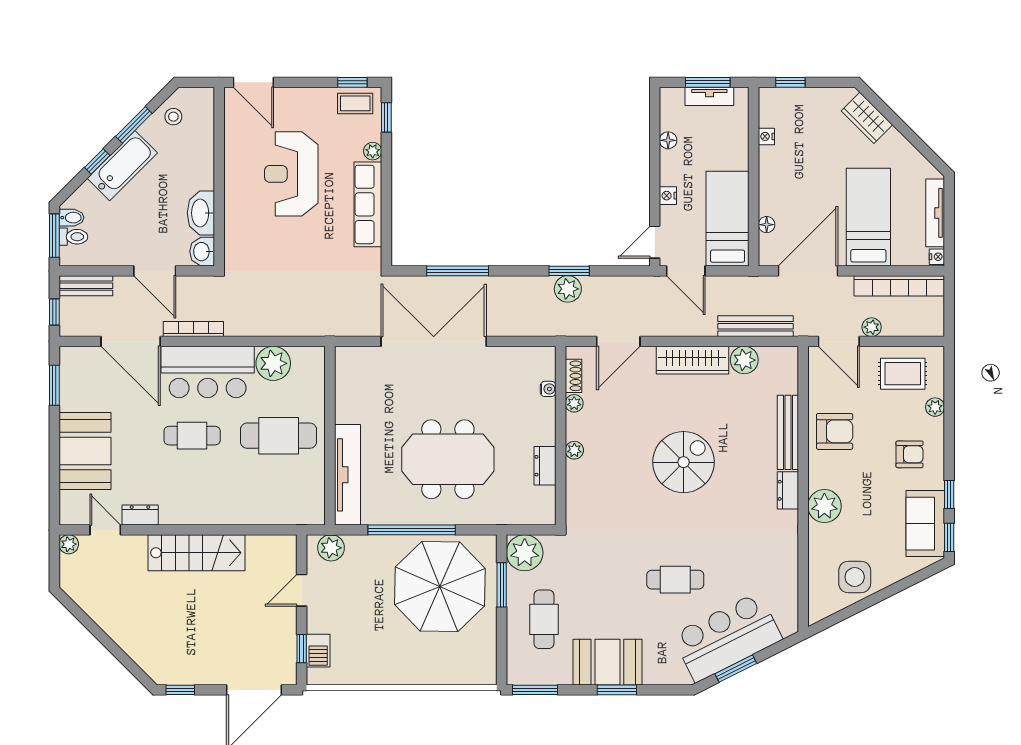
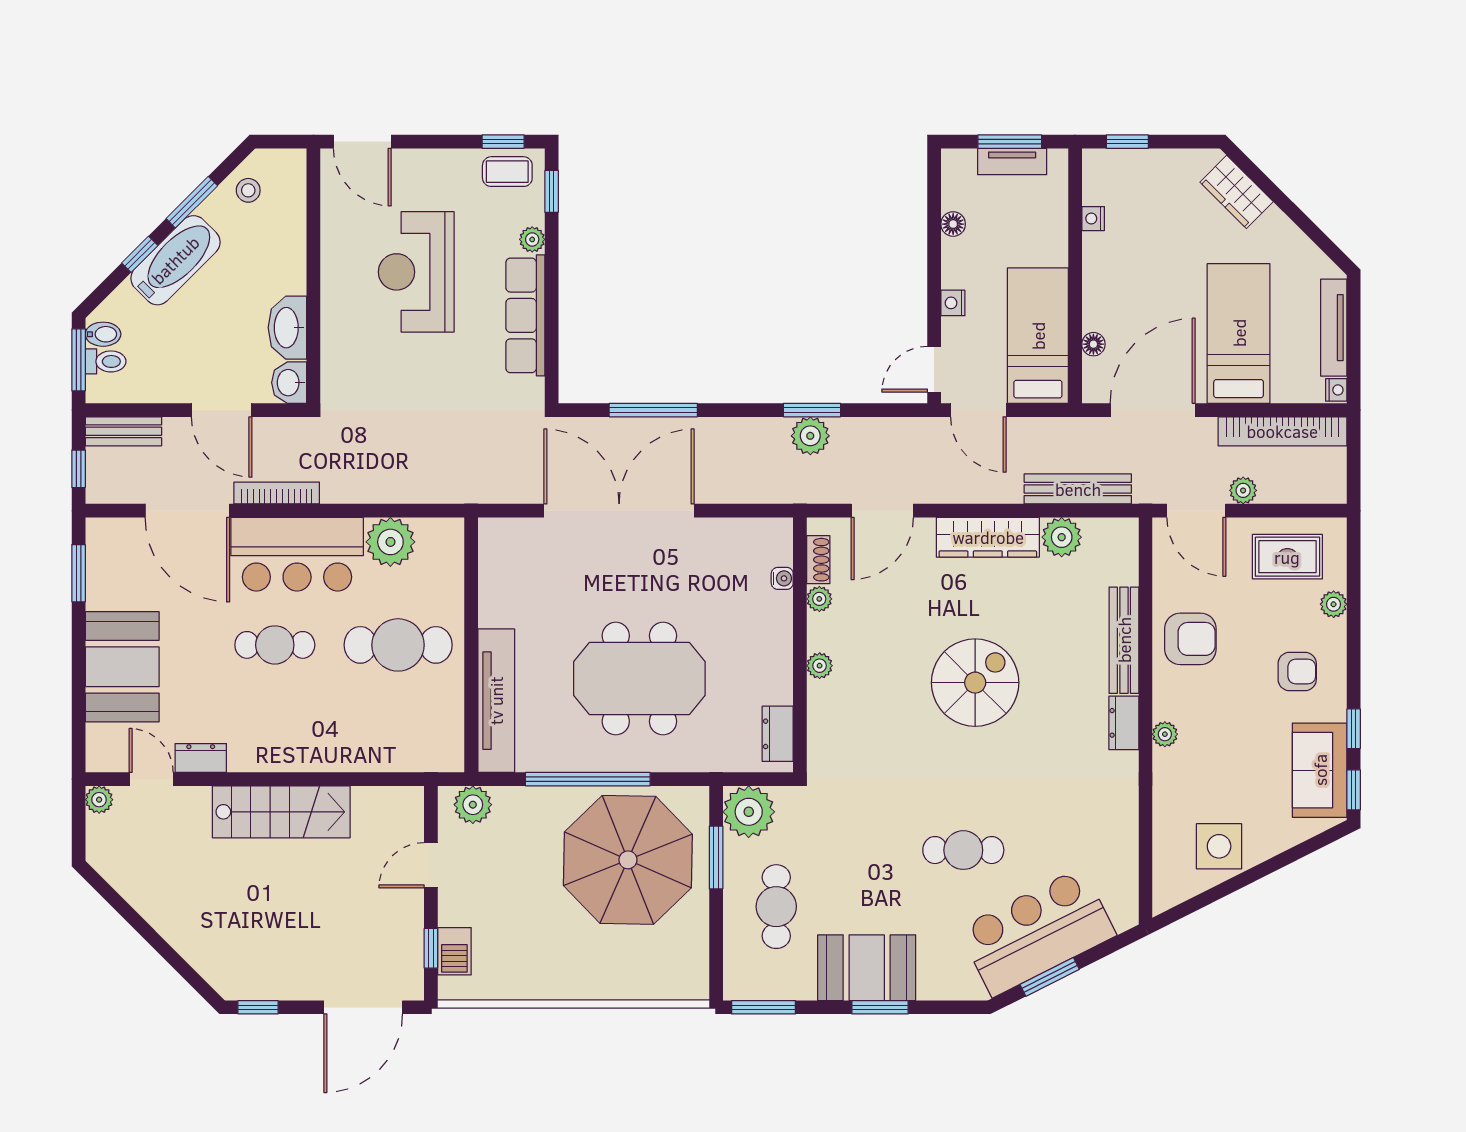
dresser: (545, 466) -> (778, 734), moved
plant: (824, 506) -> (1165, 734), width x0.53, depth x0.53

